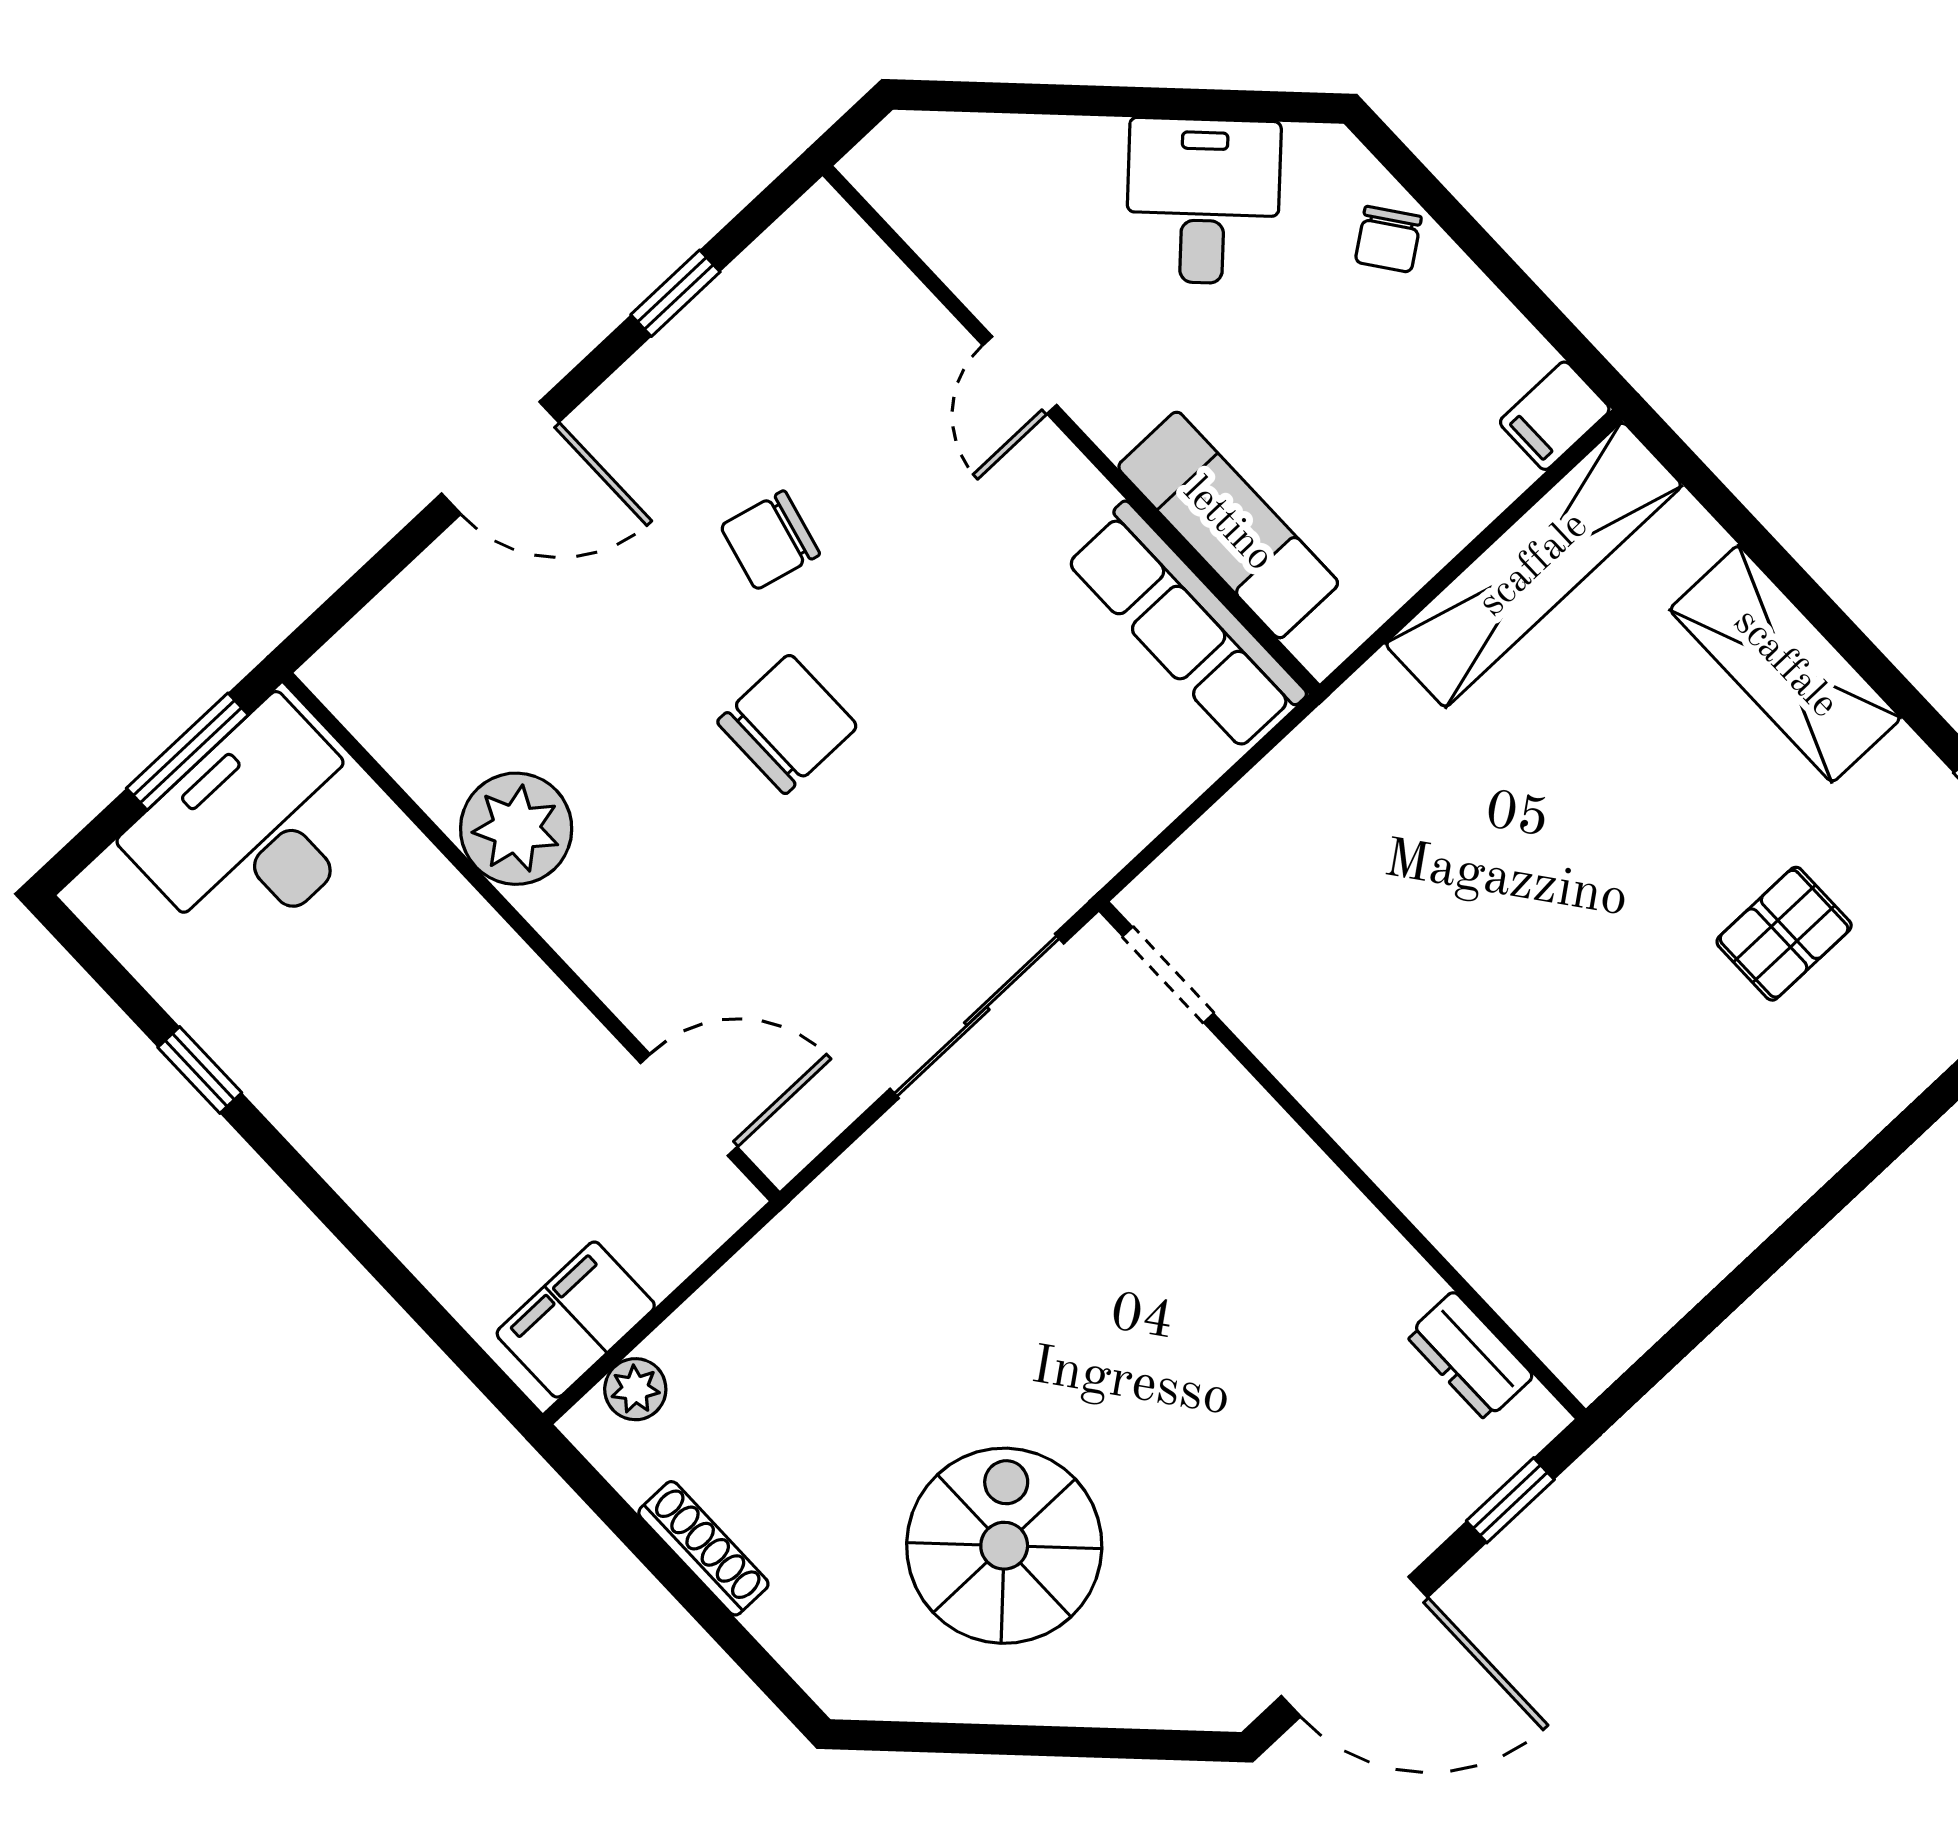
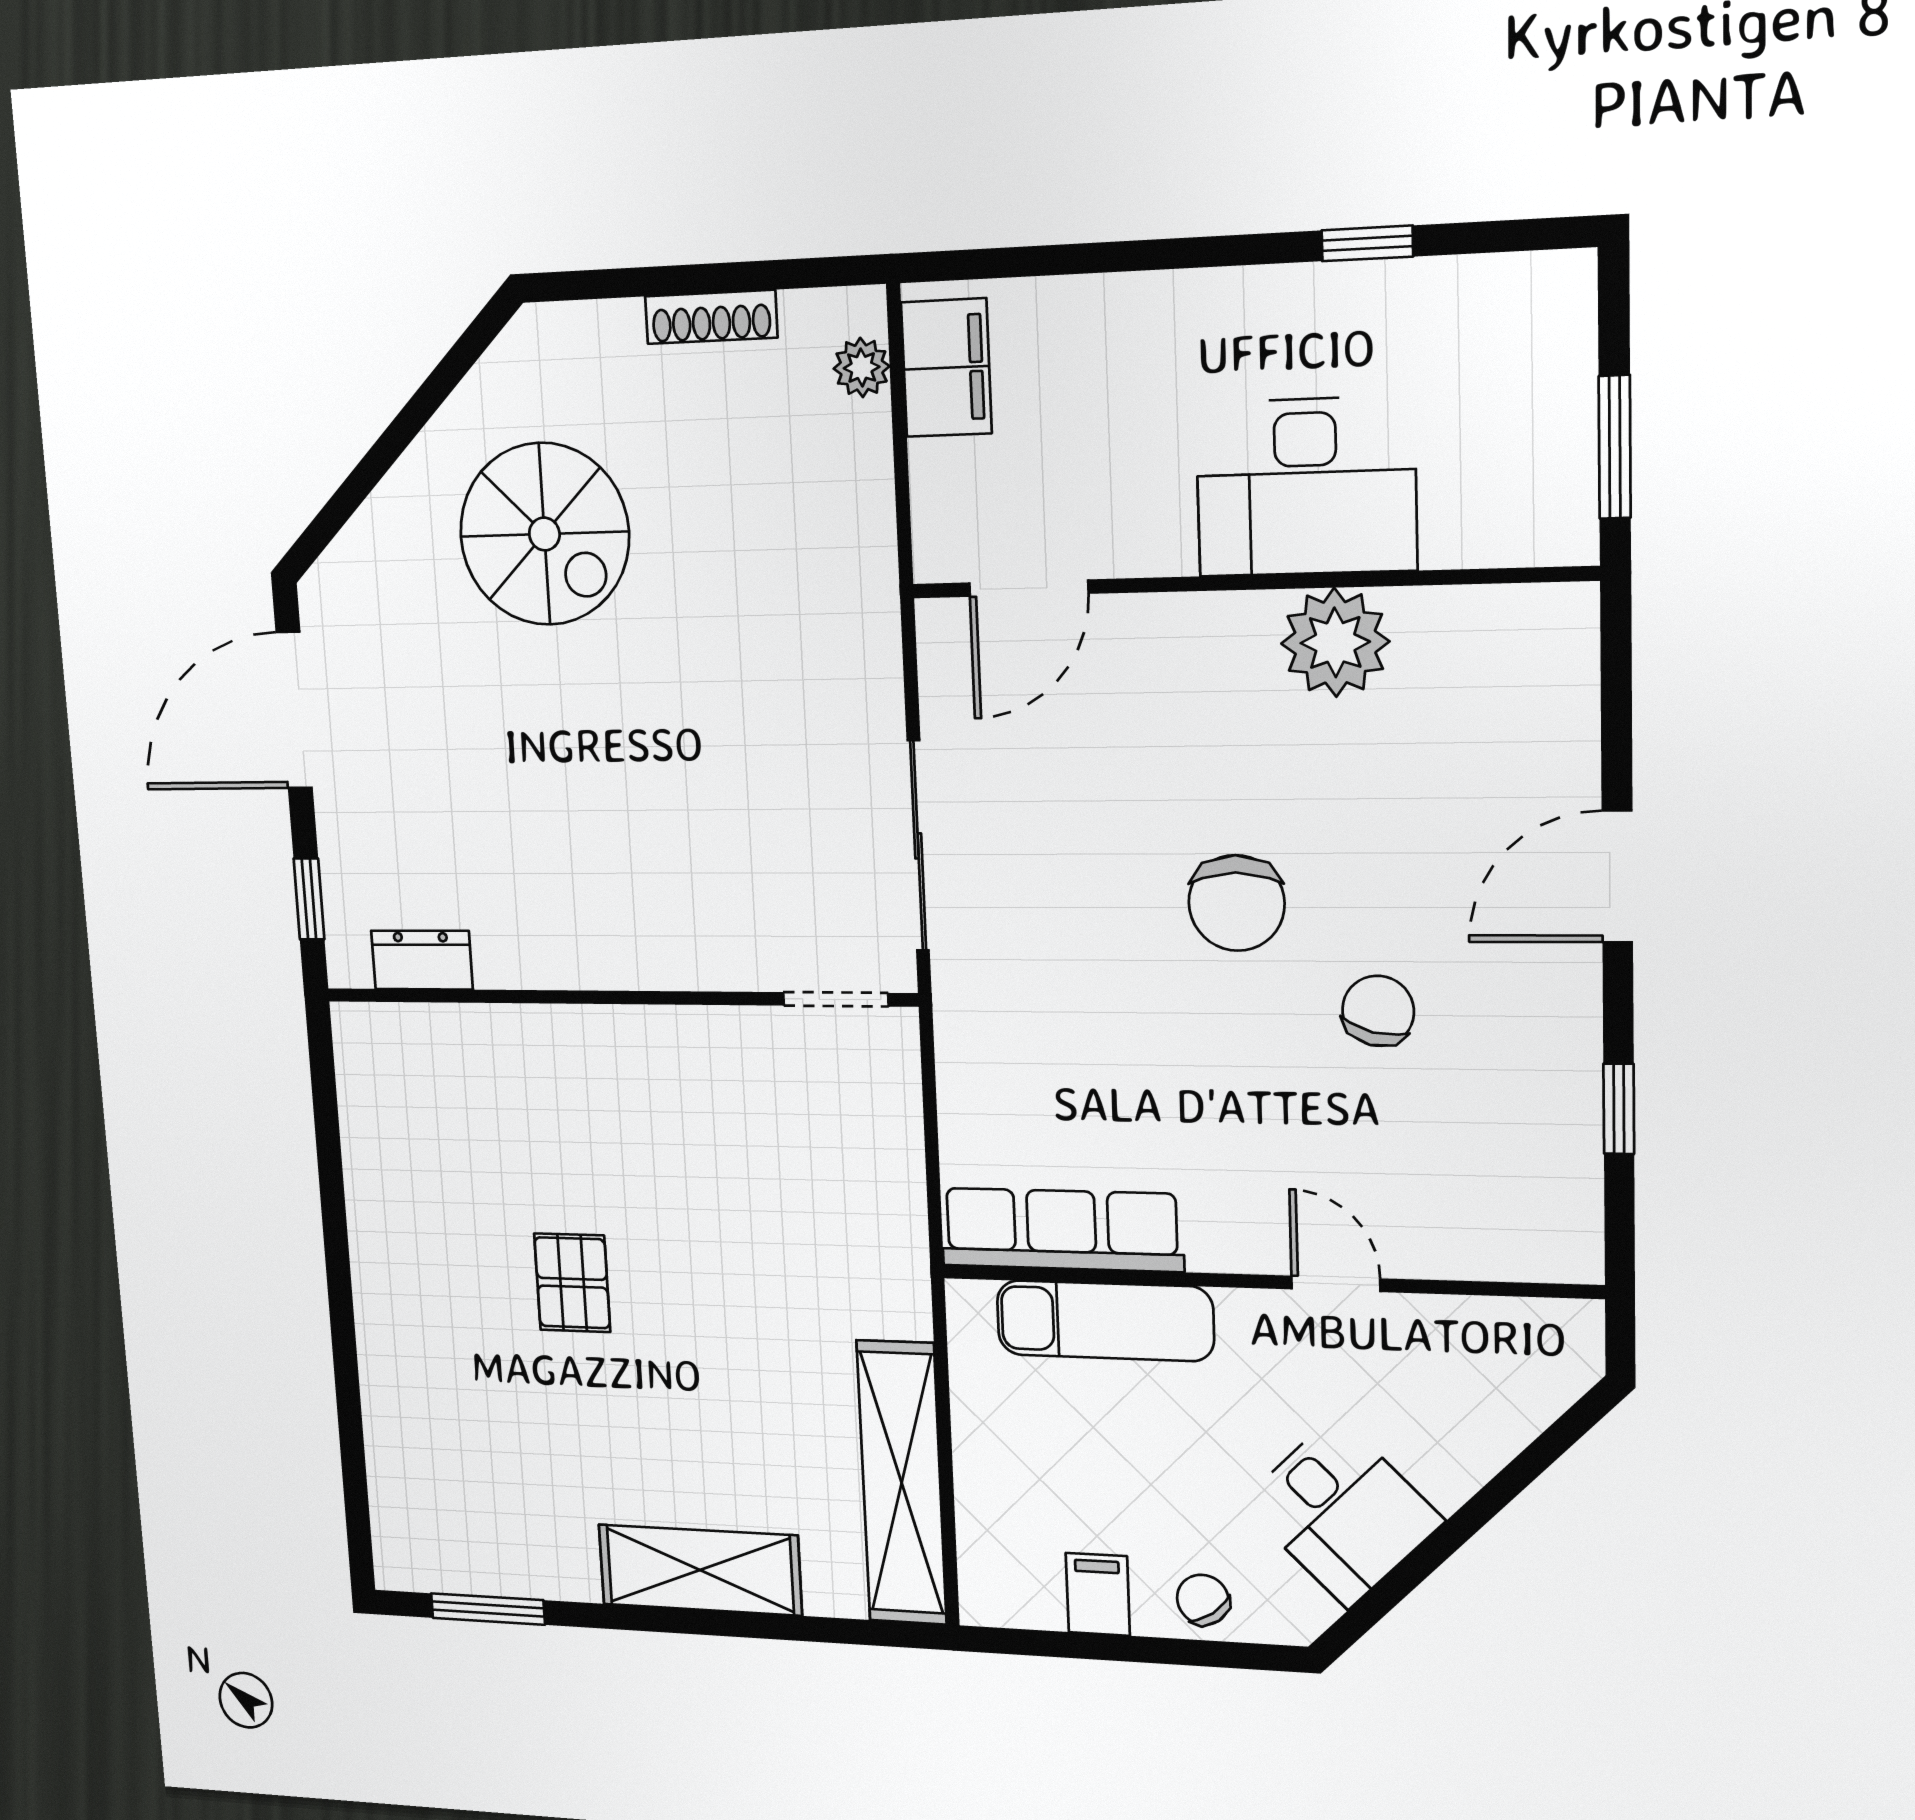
filing cabinet: (1555, 416) -> (1098, 1594), moved
desk: (255, 829) -> (1306, 487), moved, turned 90
pallet: (1784, 934) -> (572, 1283), moved

